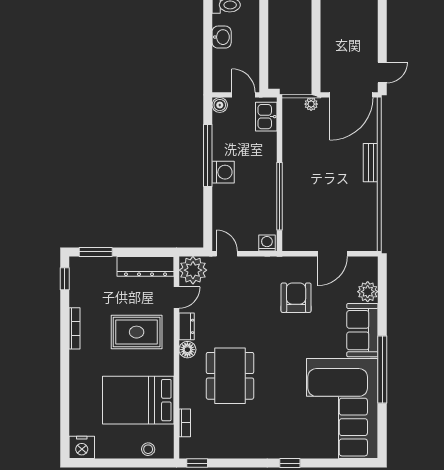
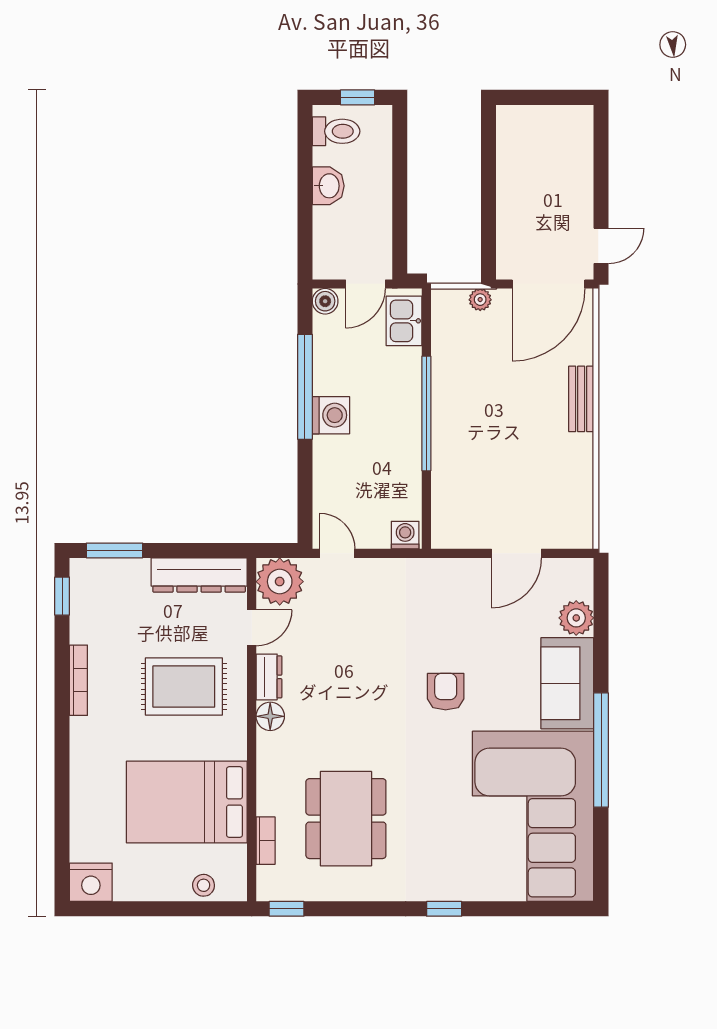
door: (244, 95) -> (365, 284), swing flipped
window: (279, 196) -> (426, 413), moved
armchair: (296, 298) -> (446, 692), moved, width x0.72, depth x0.72
dining table: (230, 376) -> (346, 819), moved

